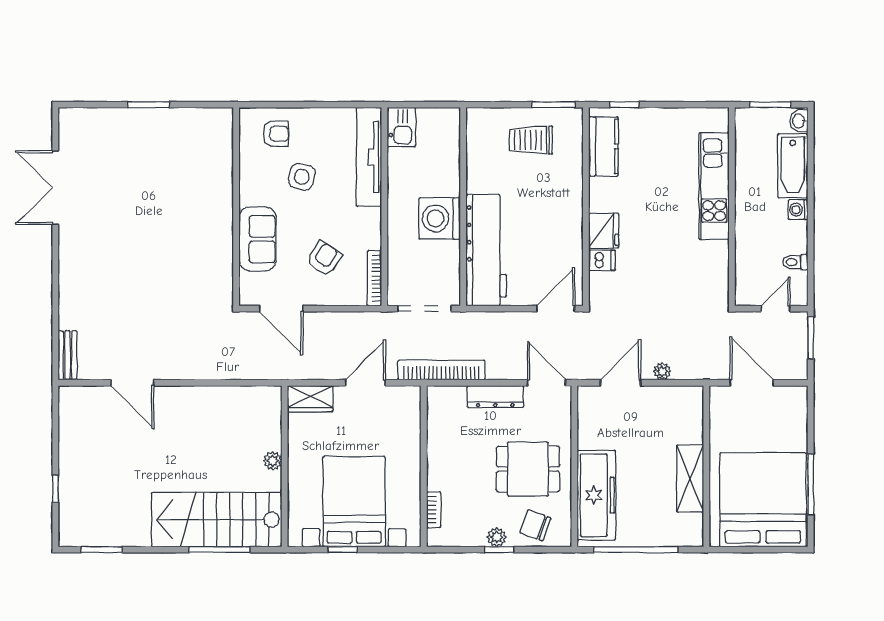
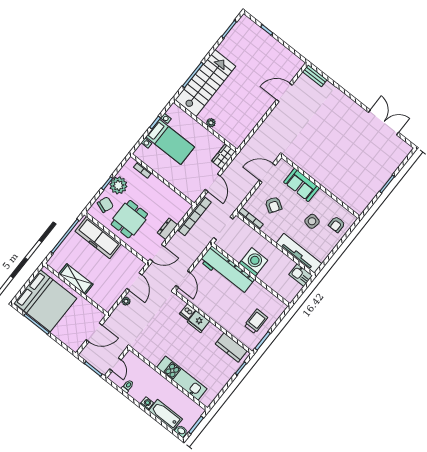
dresser: (495, 397) -> (167, 229), width x0.70
bed with nightstands: (354, 502) -> (170, 142), width x0.73
plant: (497, 537) -> (118, 185), width x1.88, depth x1.88

